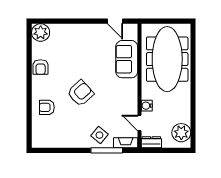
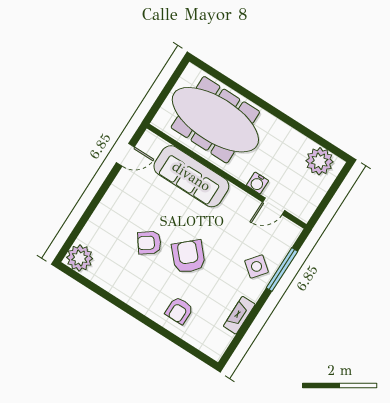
sofa: (127, 59) -> (191, 176), width x1.36
armchair: (41, 67) -> (149, 243), moved, turned 144
dresser: (151, 142) -> (308, 207), removed
fireplace: (126, 143) -> (239, 315), moved

